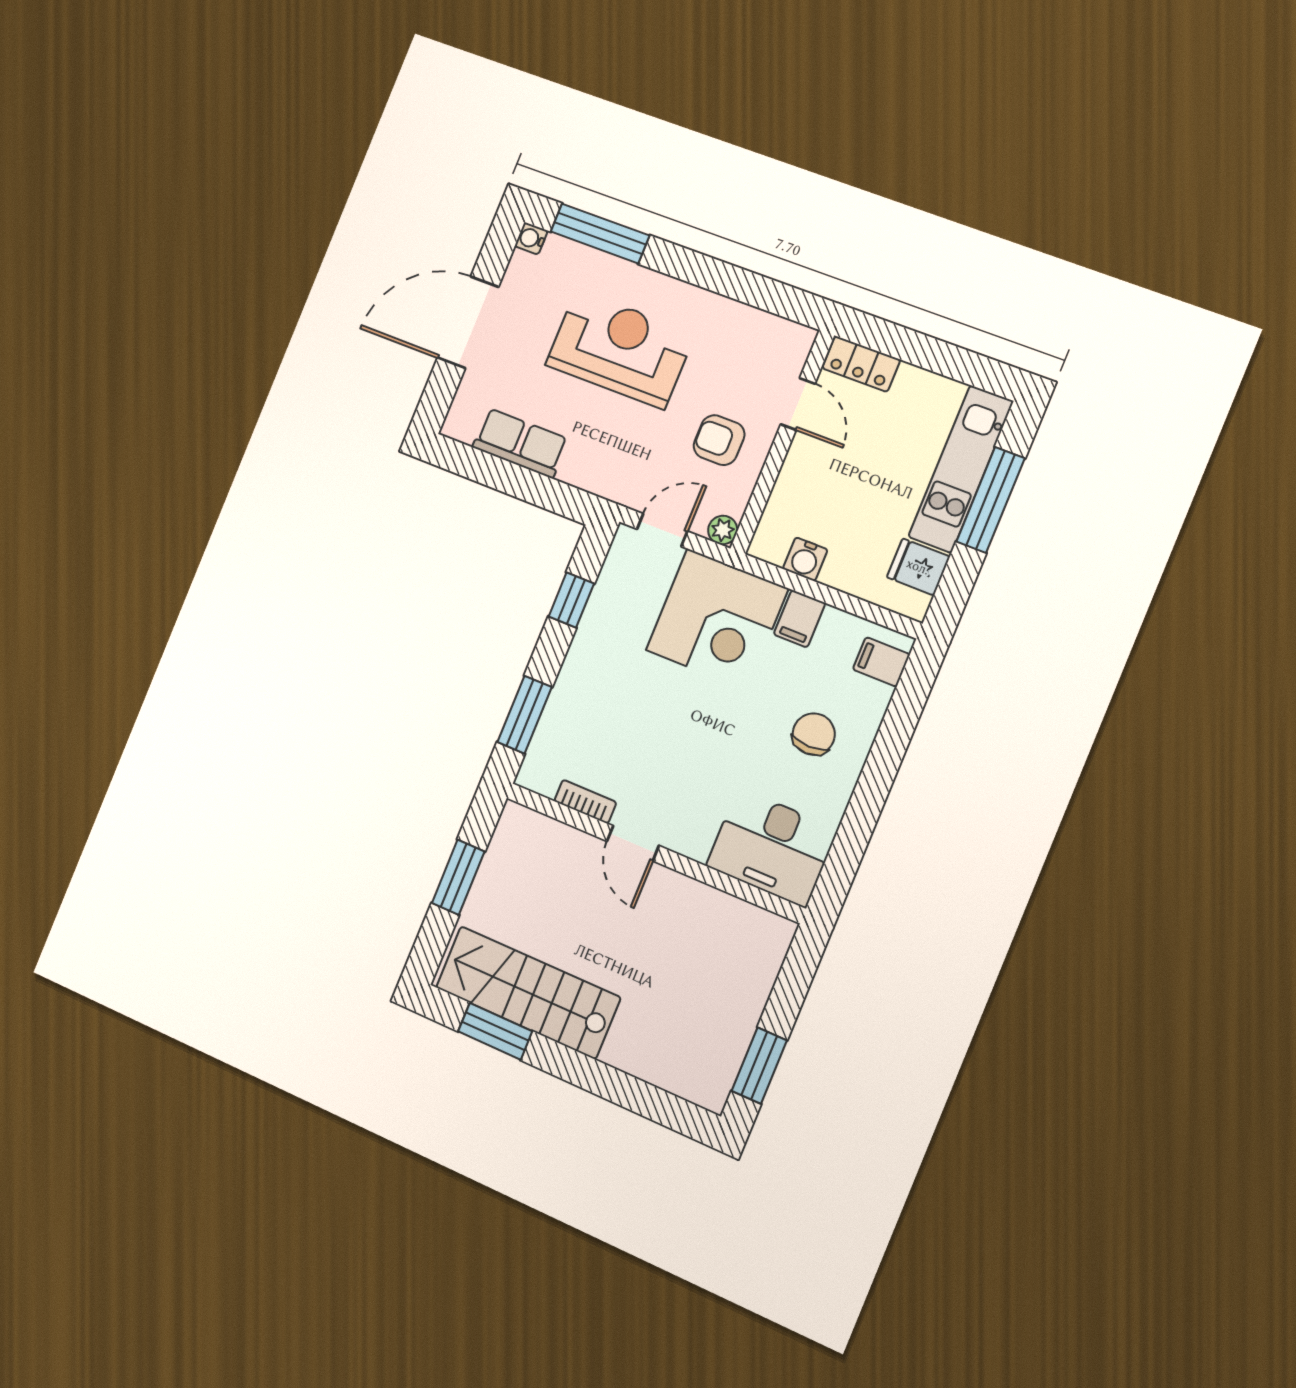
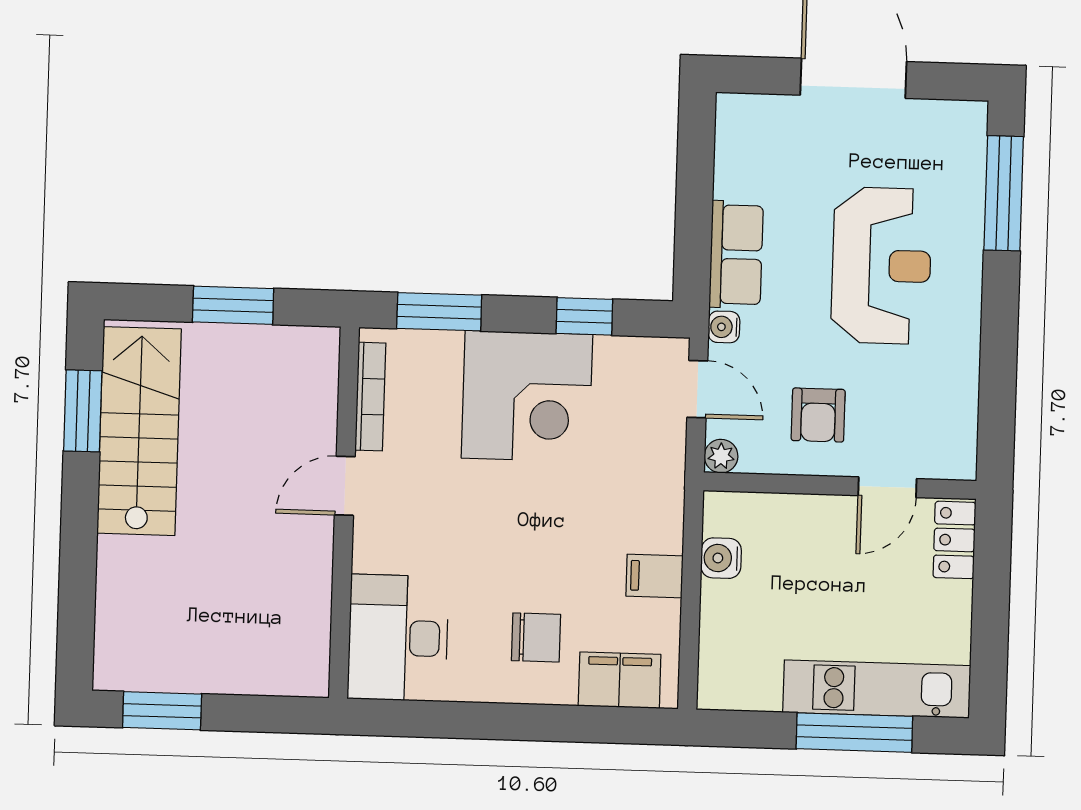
water cooler: (531, 238) -> (724, 327), moved, turned -90
armchair: (719, 440) -> (818, 415), turned 180
row of seats: (520, 443) -> (736, 255), moved
fridge: (918, 567) -> (756, 683), removed
corner desk: (717, 619) -> (527, 396), moved, turned -90
filing cabinet: (881, 662) -> (620, 680), width x2.00
bookcase: (585, 802) -> (370, 397), width x1.56

